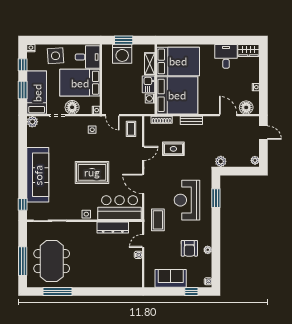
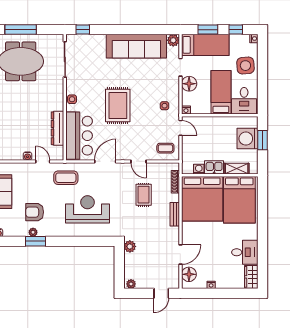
bed: (80, 83) -> (221, 92), width x0.67
door: (112, 115) -> (180, 128), swing flipped
sofa: (38, 175) -> (136, 46), moved
window: (216, 198) -> (35, 241), moved

